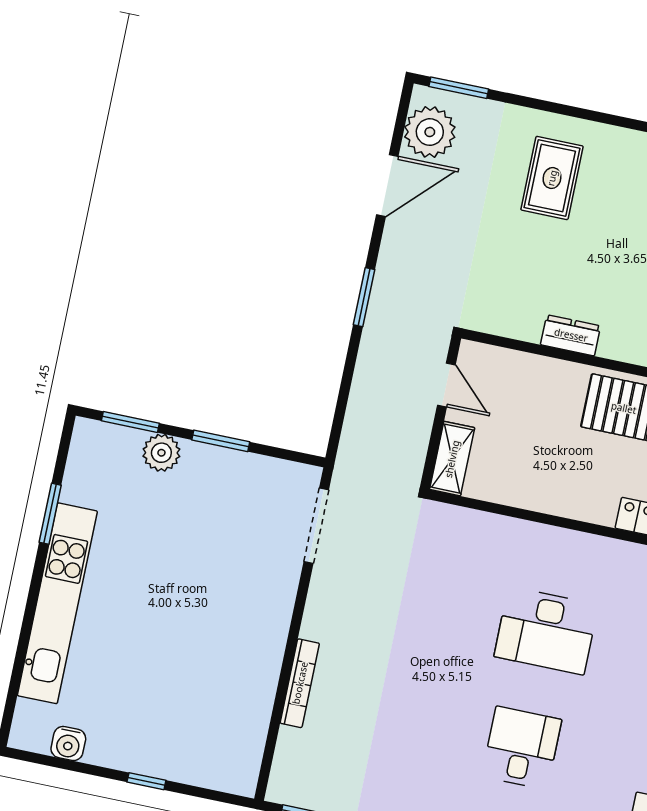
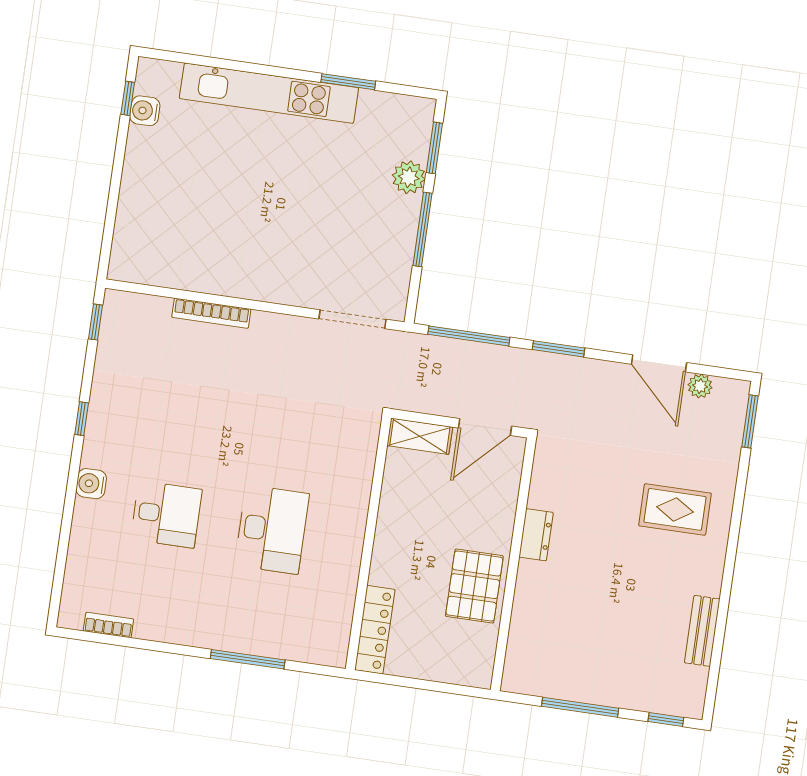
plant: (430, 132) -> (700, 386), width x0.53, depth x0.53
door: (446, 385) -> (485, 427), width x1.38
window: (343, 397) -> (469, 336), added
window: (221, 441) -> (423, 229), width x1.44
desk: (546, 631) -> (272, 530), turned 180
window: (146, 781) -> (128, 98), moved

